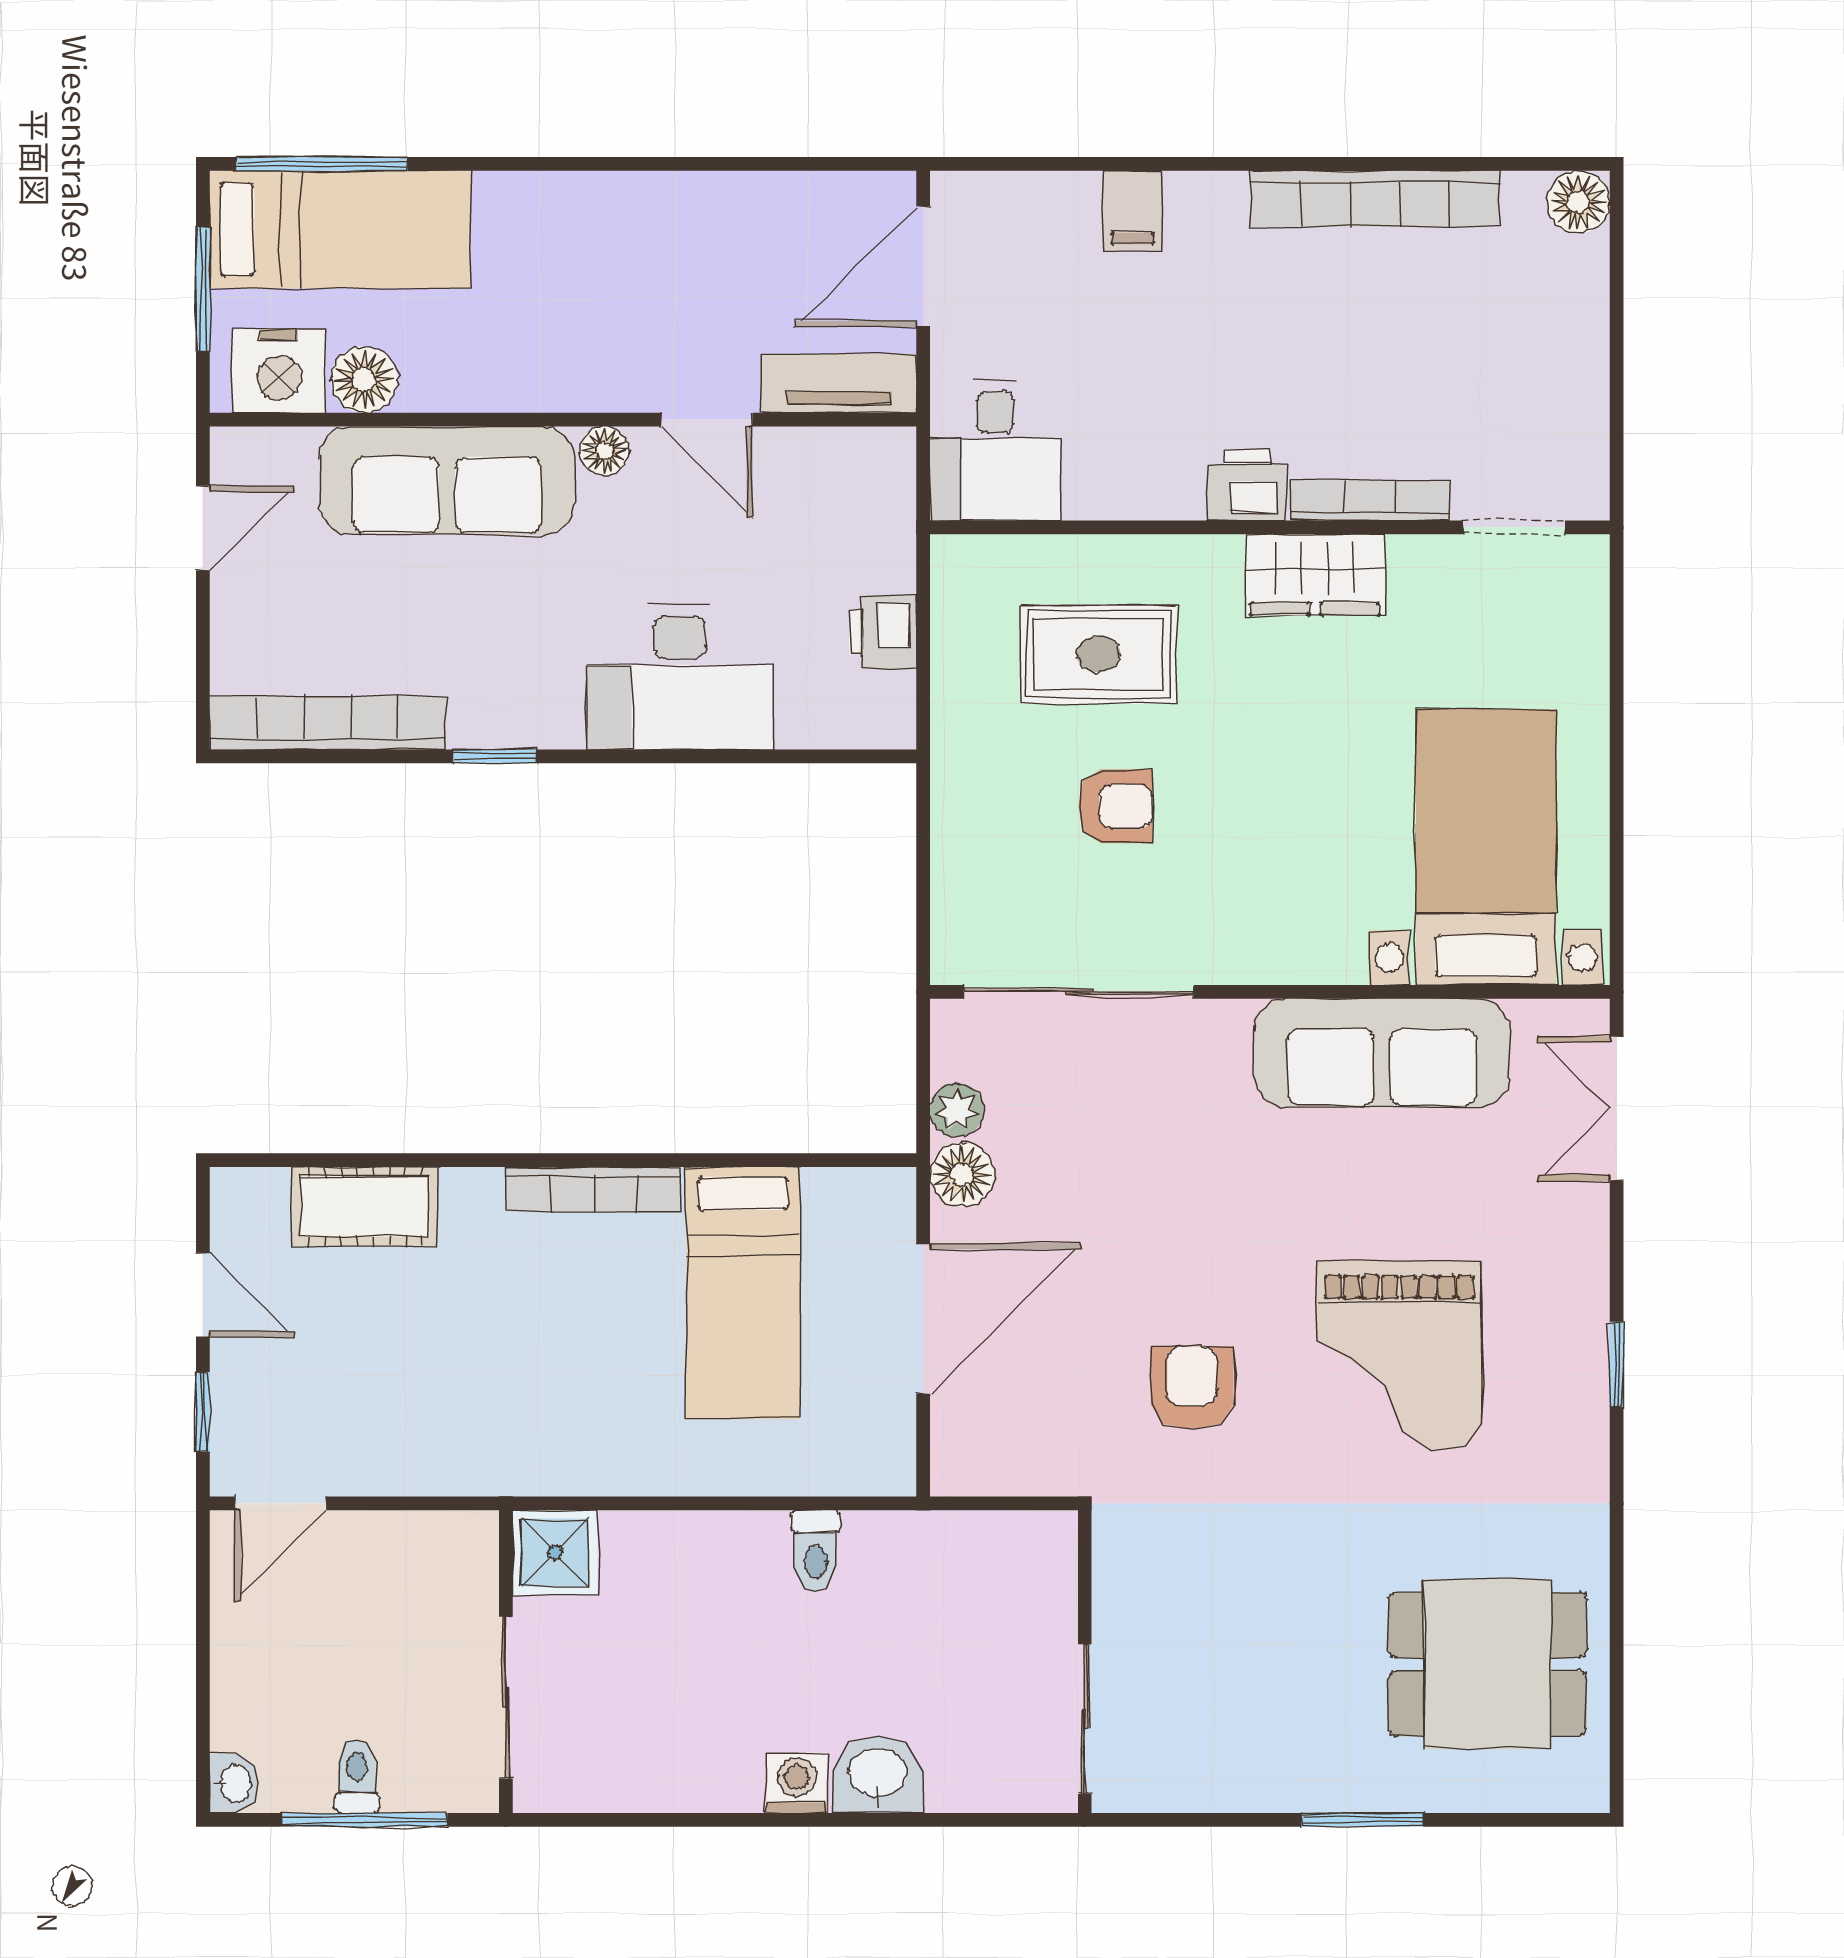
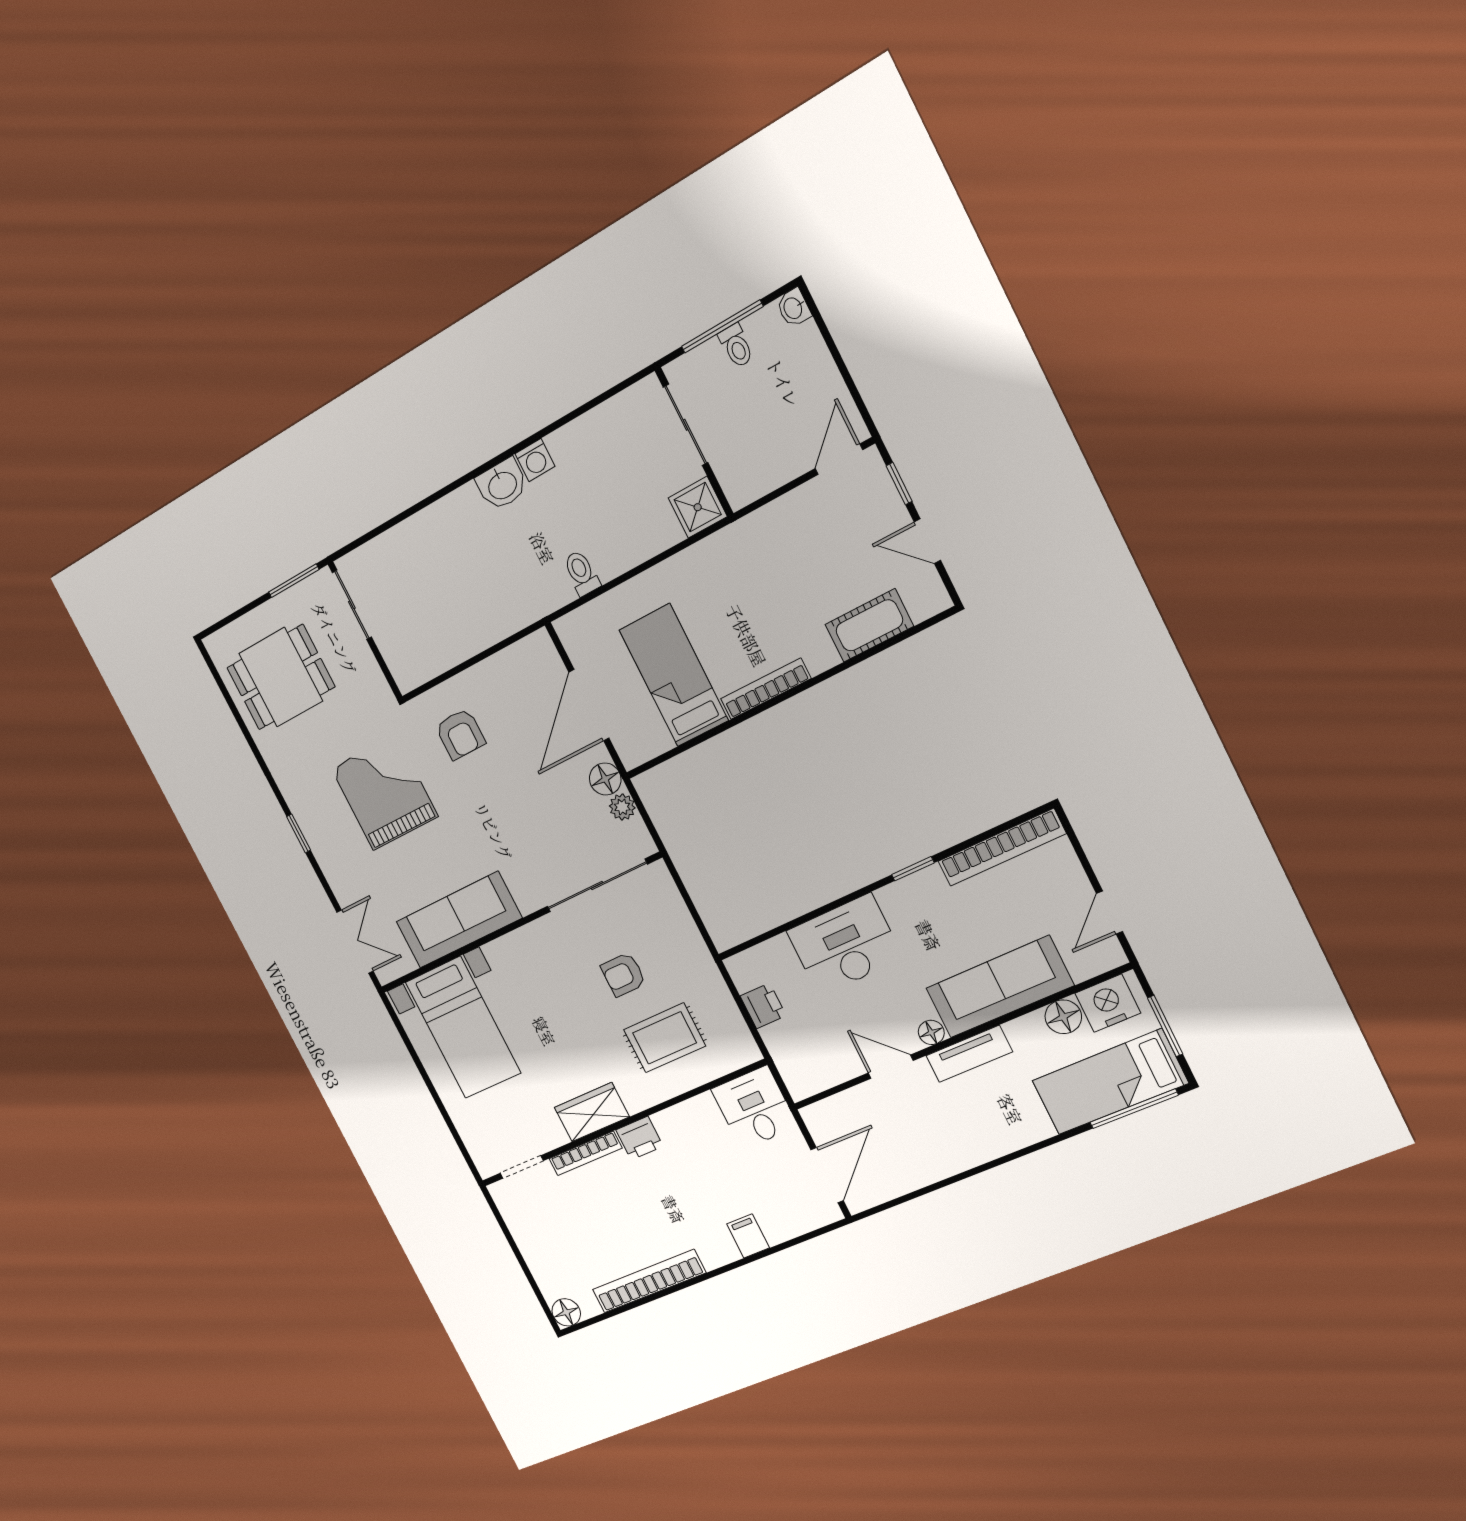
tv unit: (839, 383) -> (969, 1054), moved
wall: (1085, 1662) -> (365, 630), moved
sliding door: (1085, 1719) -> (352, 605), moved

